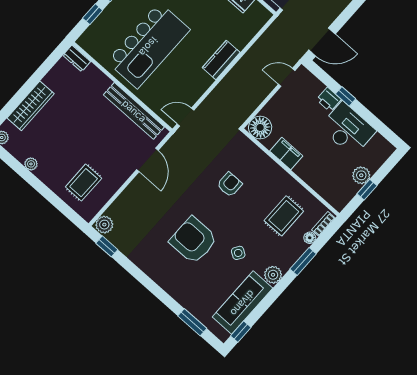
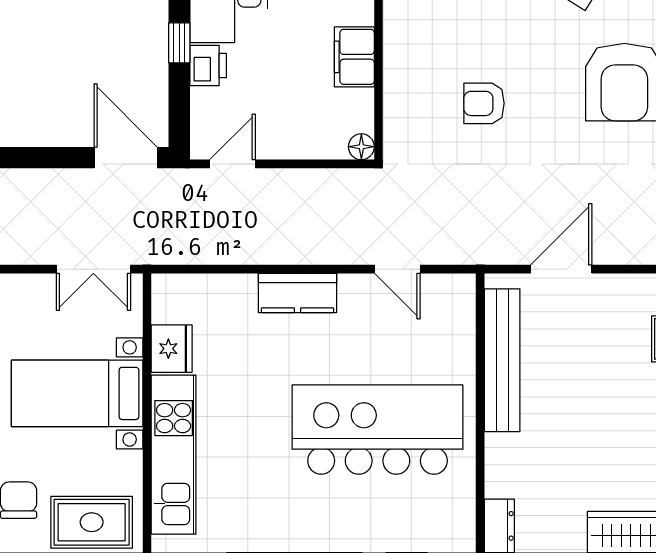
door: (287, 77) -> (233, 164), swing flipped
door: (185, 117) -> (397, 269), moved
floor lamp: (260, 127) -> (361, 147), width x0.53, depth x0.53

